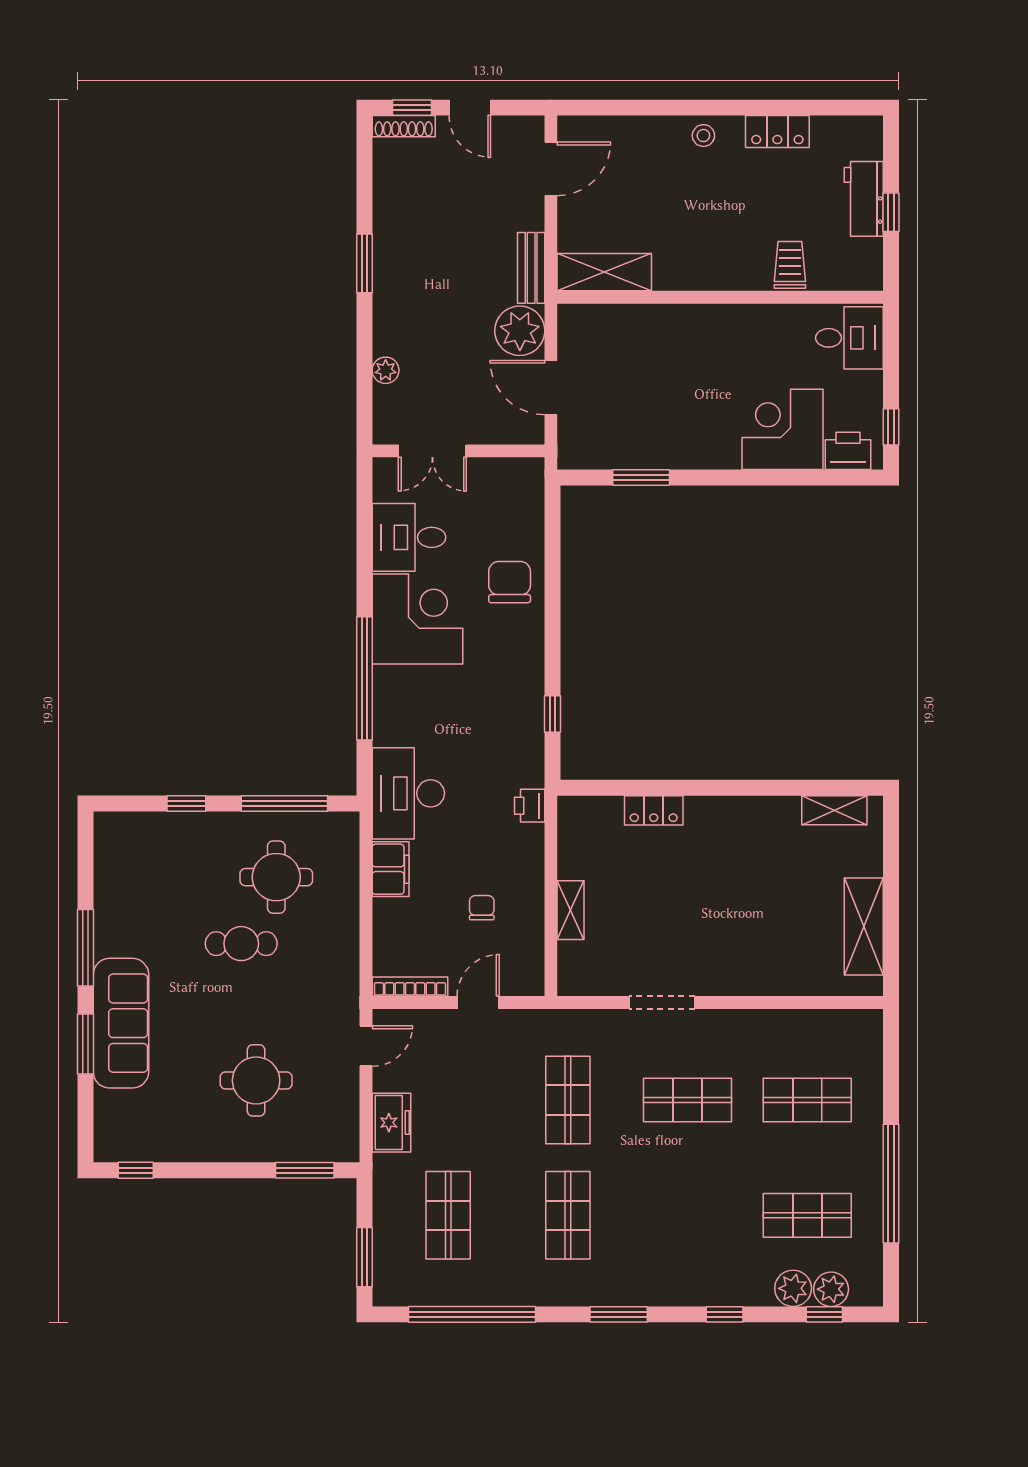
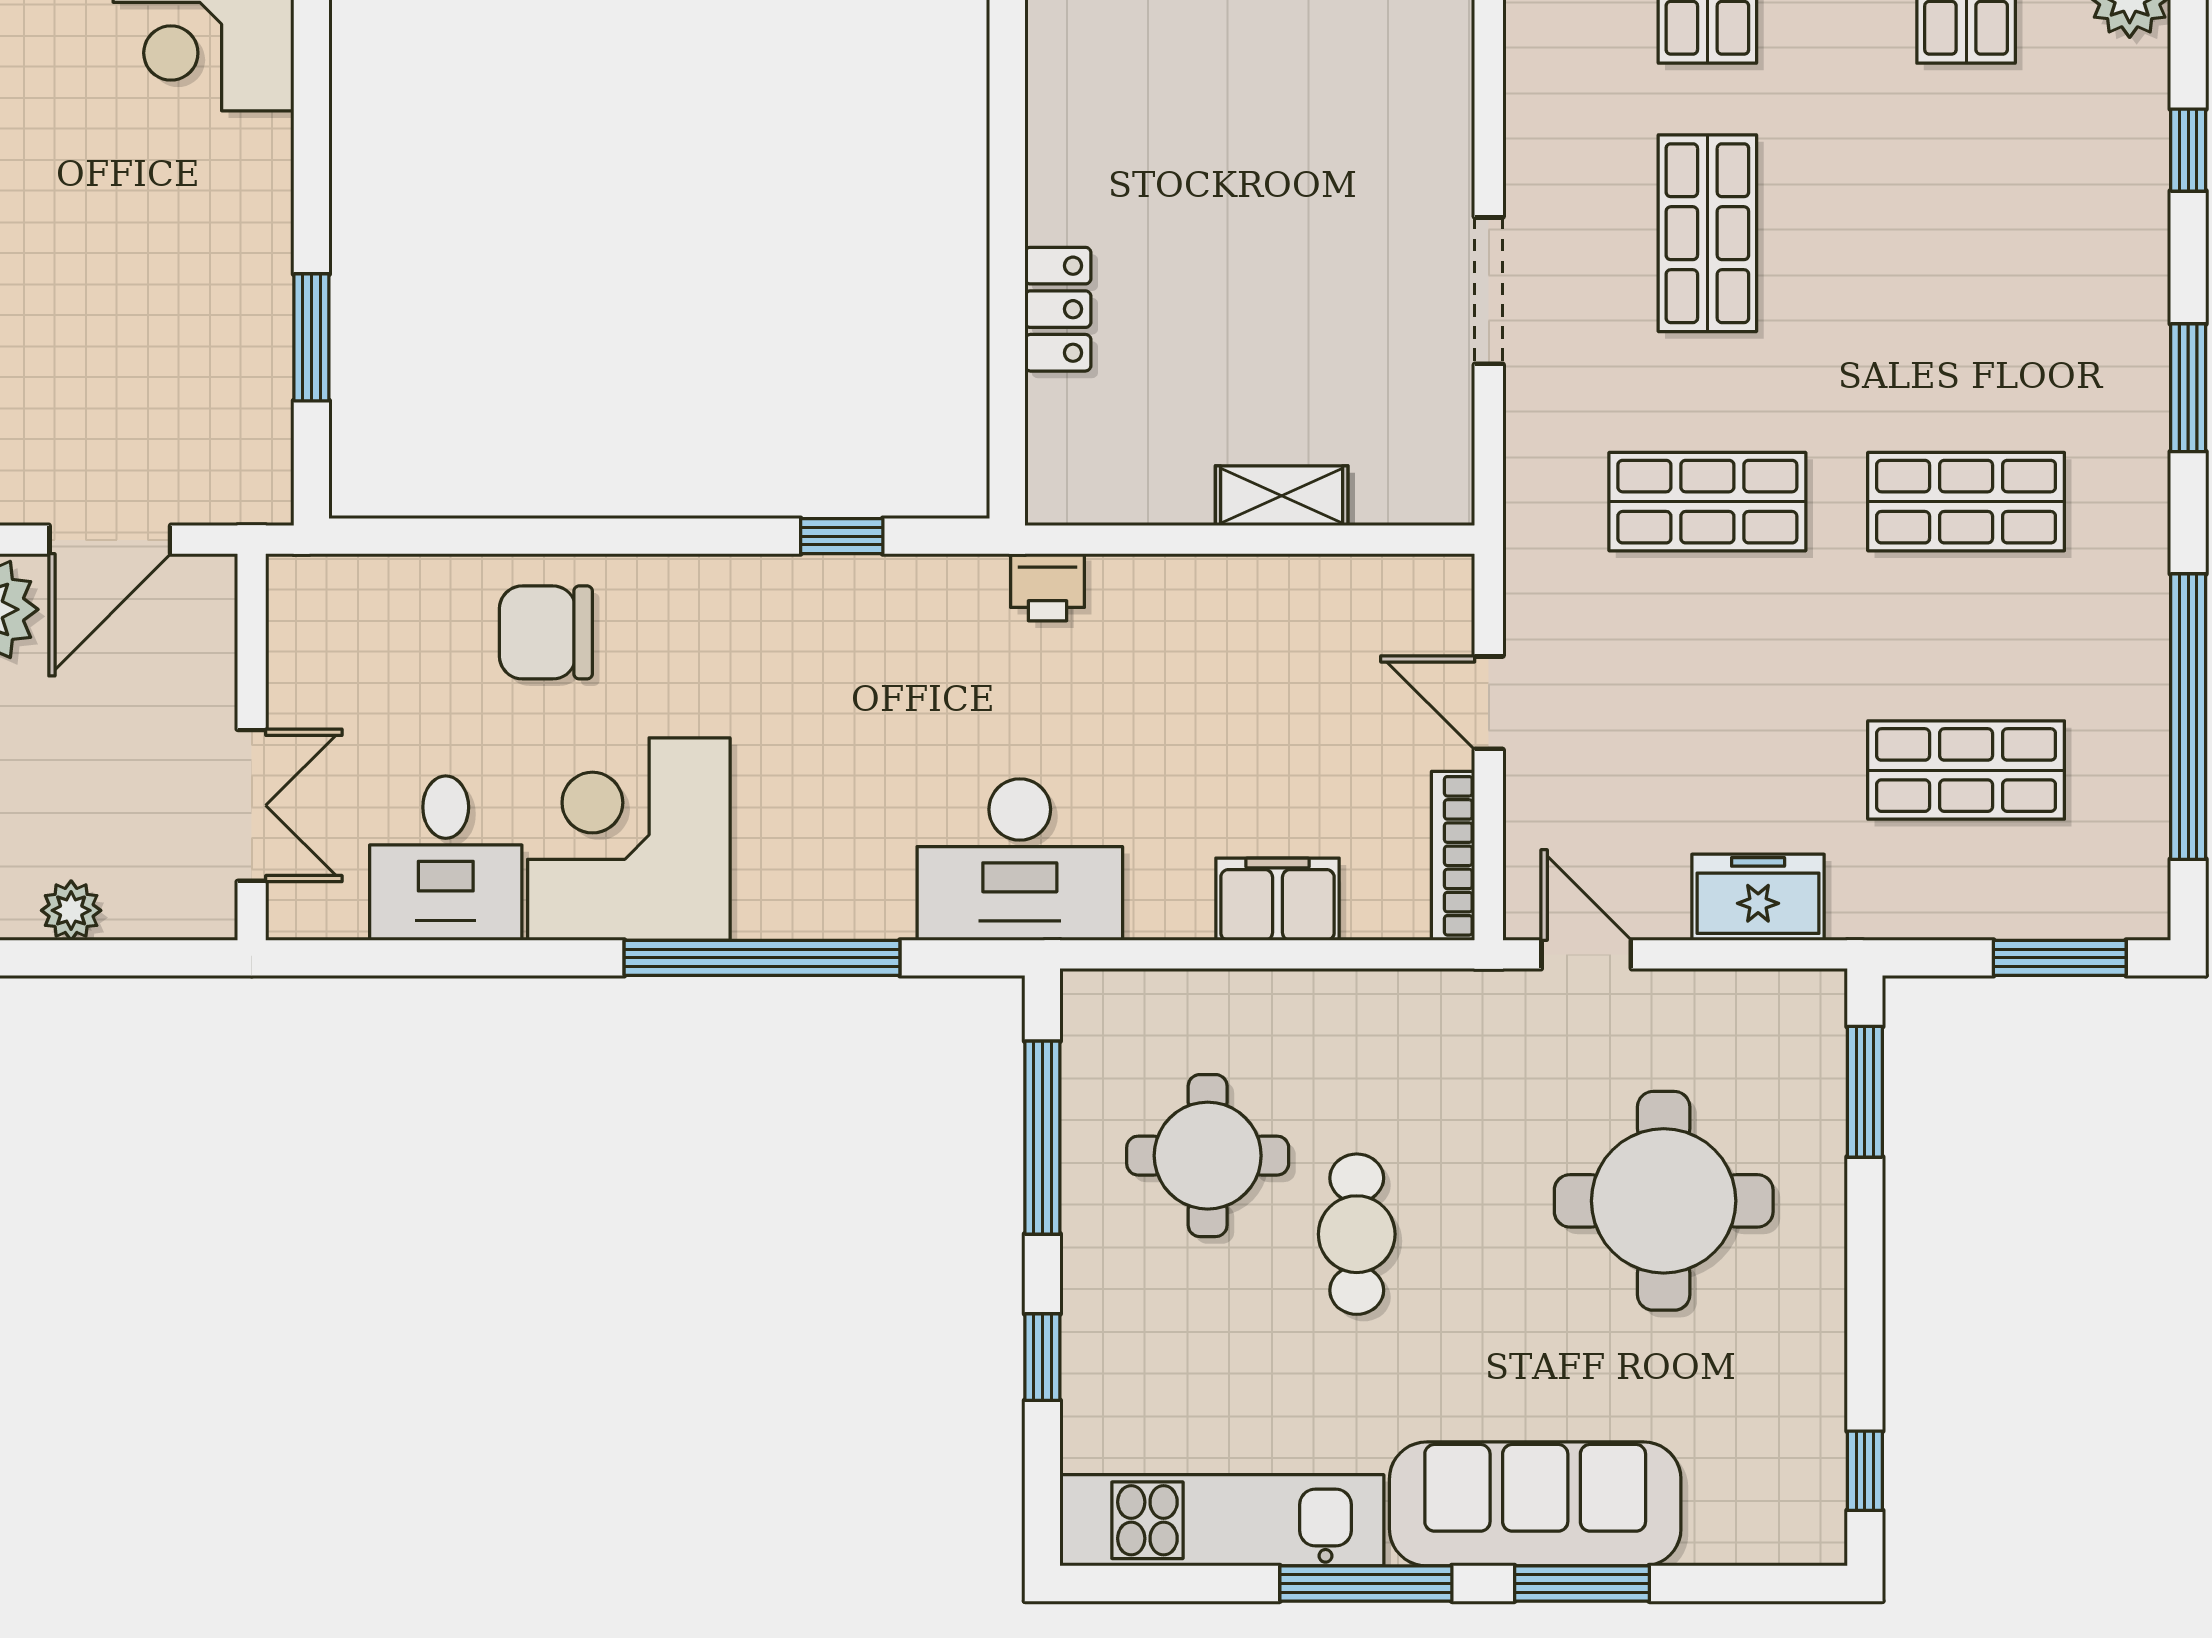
filing cabinet: (391, 869) -> (1277, 899), moved
kitchen unit: (114, 883) -> (1222, 1520), added
chair: (482, 908) -> (1276, 695), removed
round table: (256, 1080) -> (1664, 1201), width x1.36, depth x1.36

